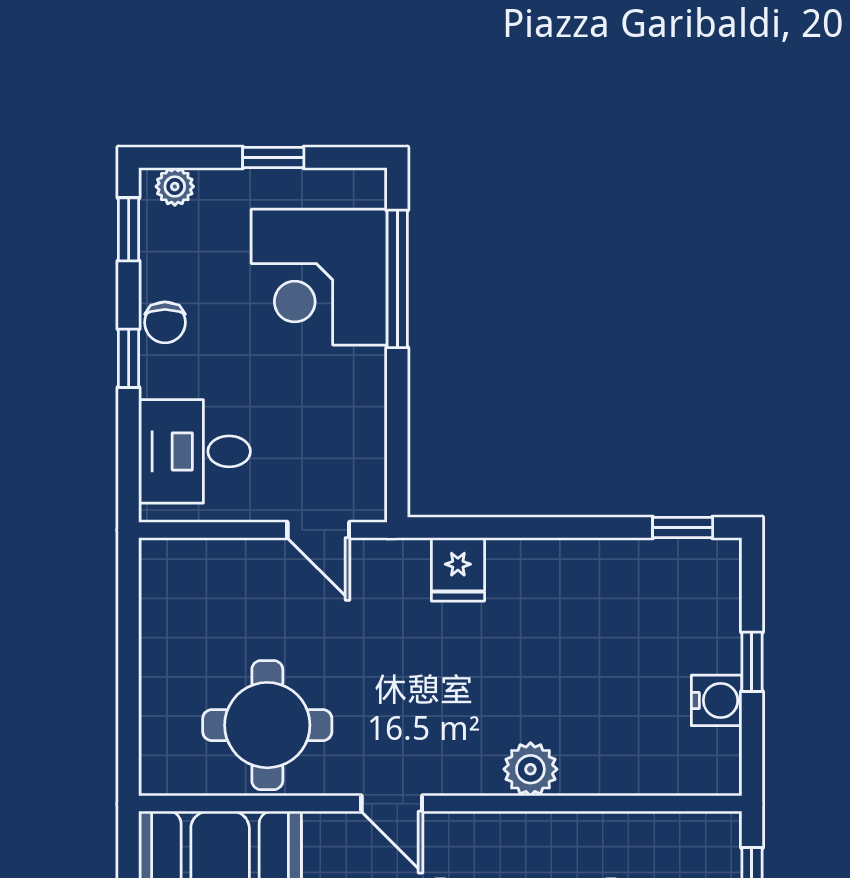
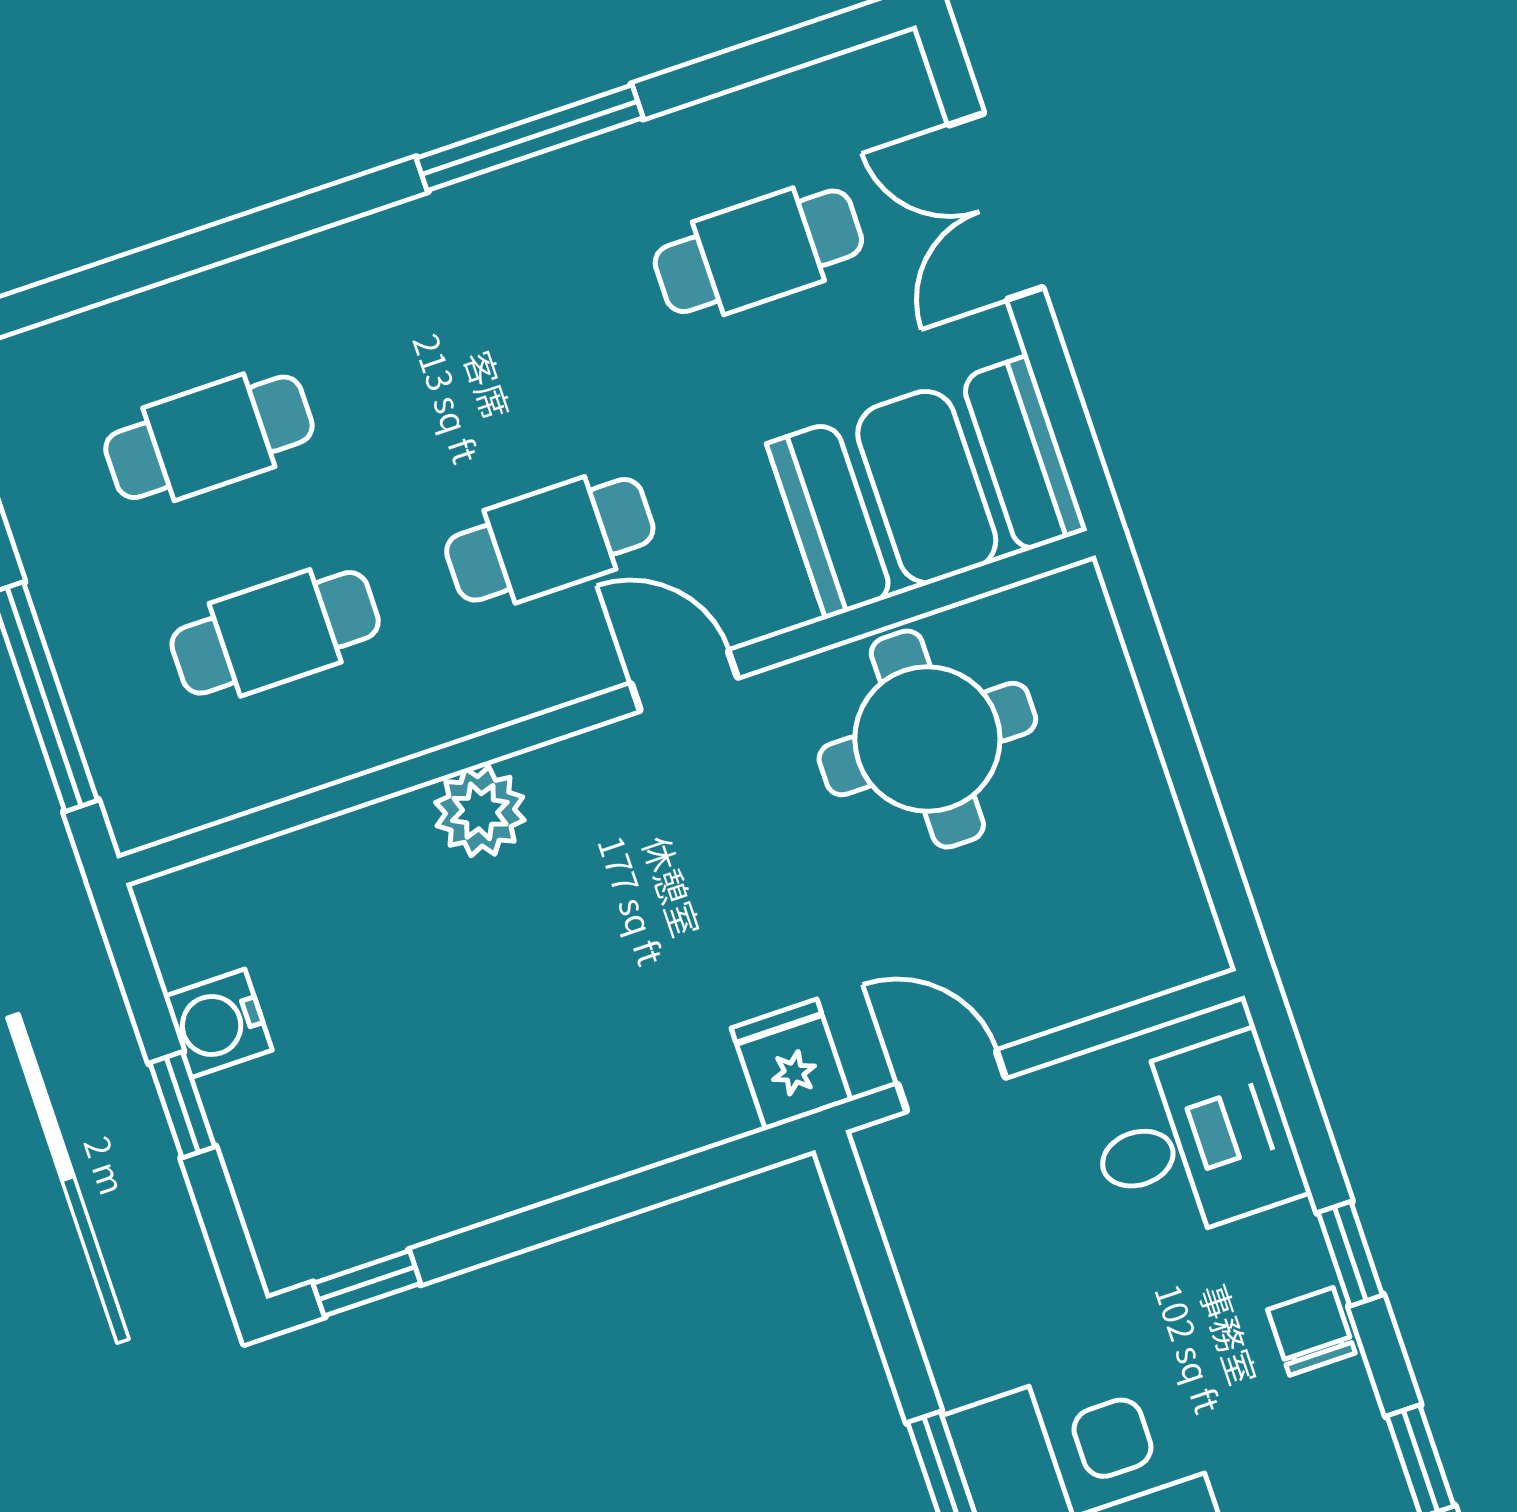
fridge: (458, 569) -> (791, 1065), moved

